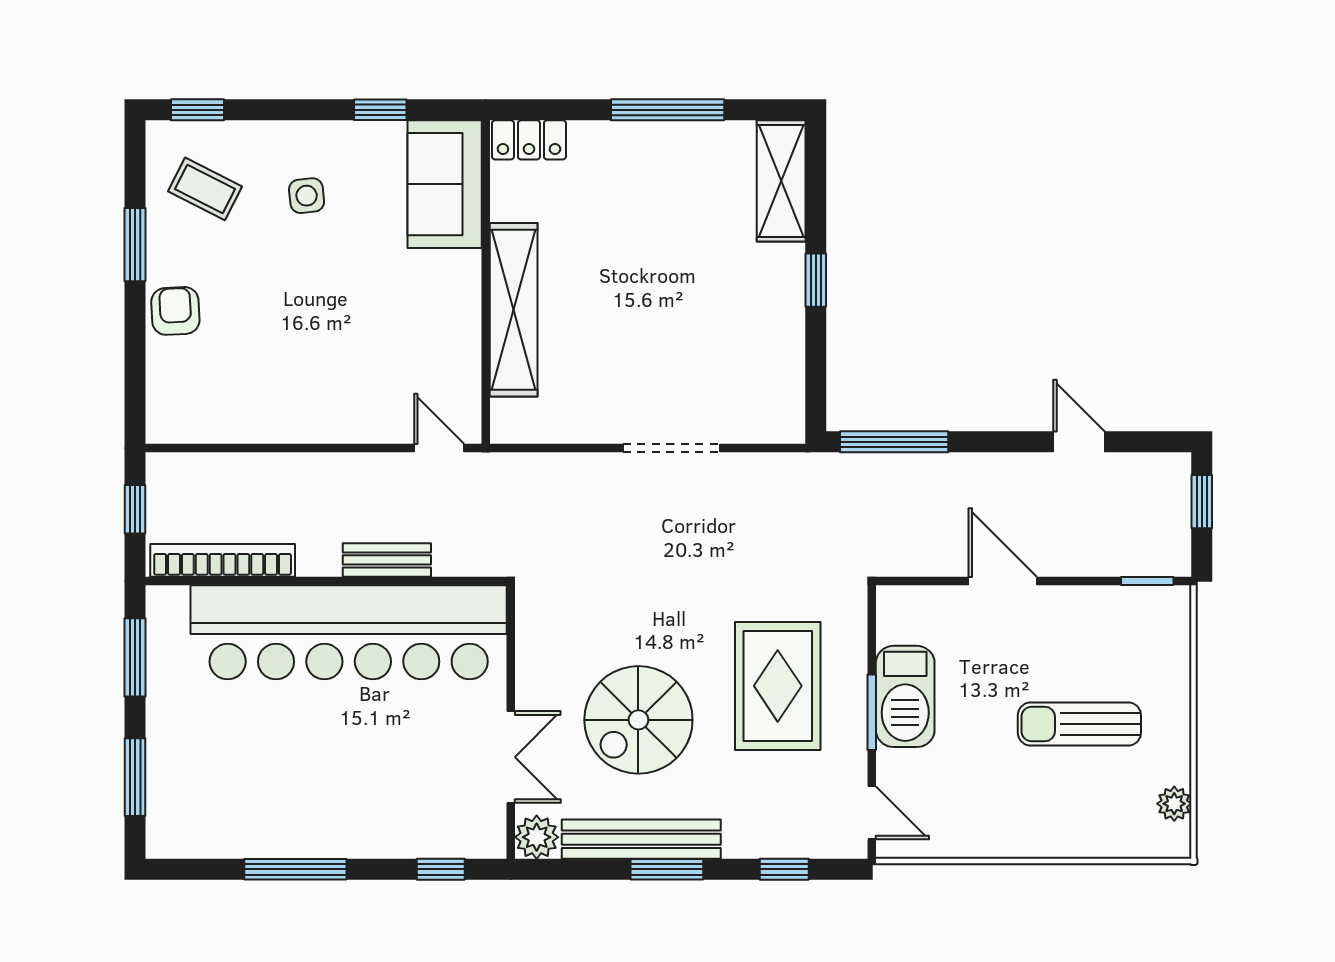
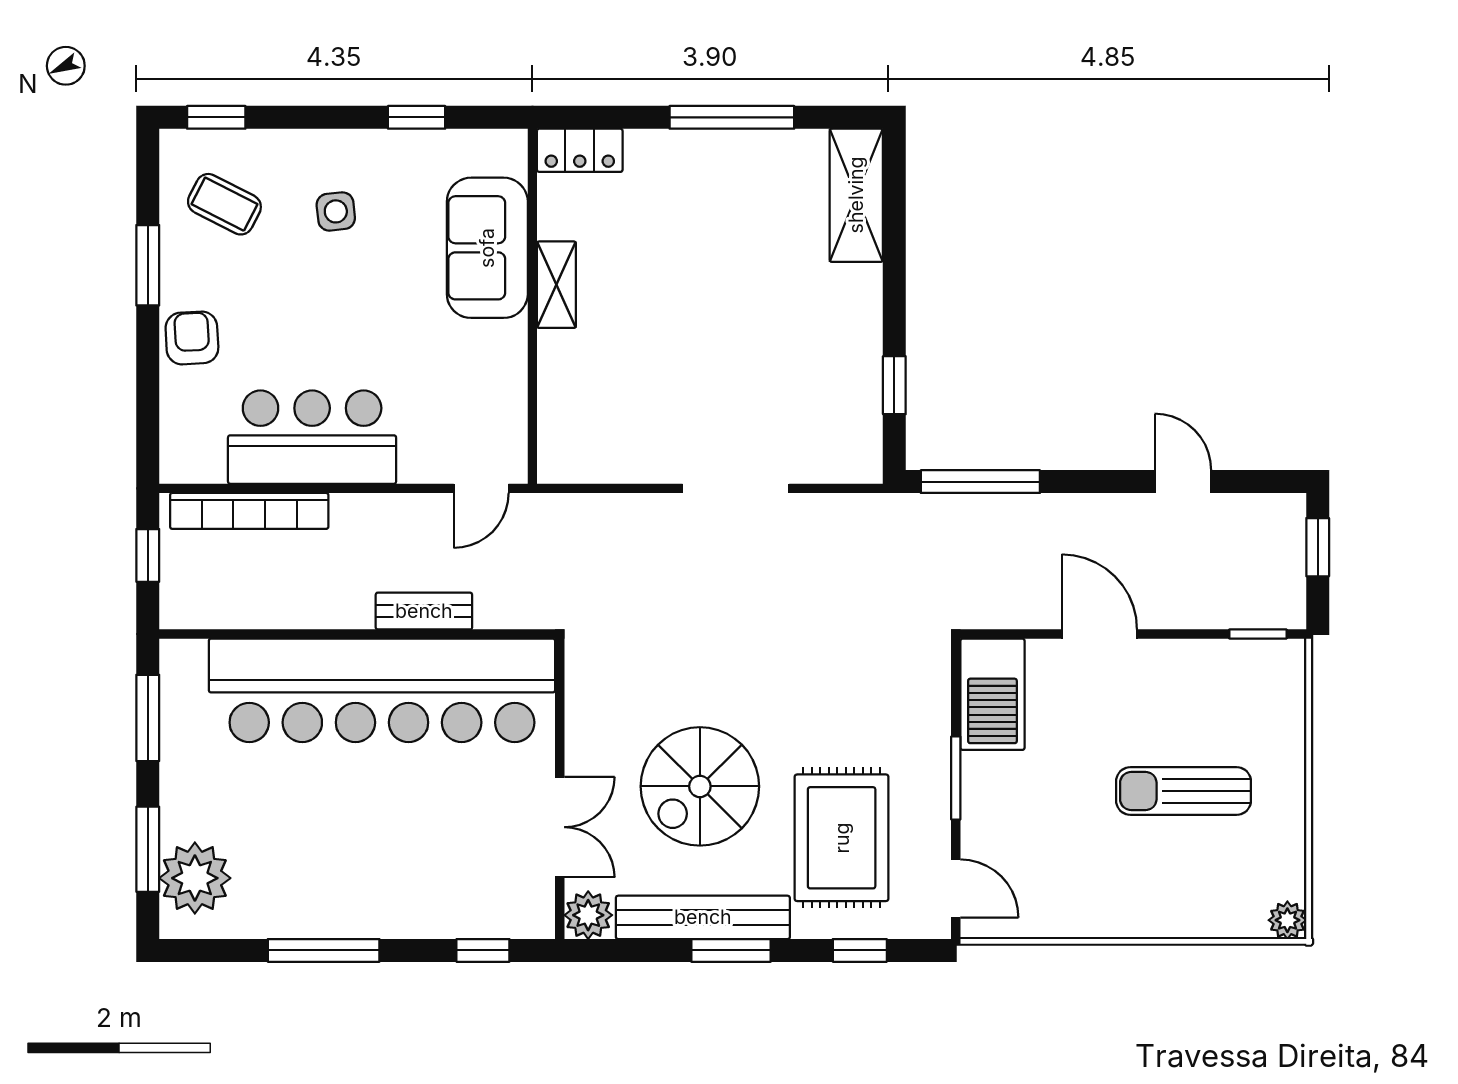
sofa: (445, 184) -> (487, 248), moved
window: (816, 280) -> (894, 385), moved
shelving: (514, 310) -> (556, 285), width x0.45, depth x0.75
bar counter: (285, 401) -> (312, 437), added
door: (439, 448) -> (481, 488), swing flipped
bookcase: (223, 560) -> (249, 511), moved, turned 180
rug: (778, 686) -> (842, 838), moved
barbecue: (905, 696) -> (992, 694), moved
plant: (178, 803) -> (195, 878), added
plant: (1174, 804) -> (1287, 920), moved

